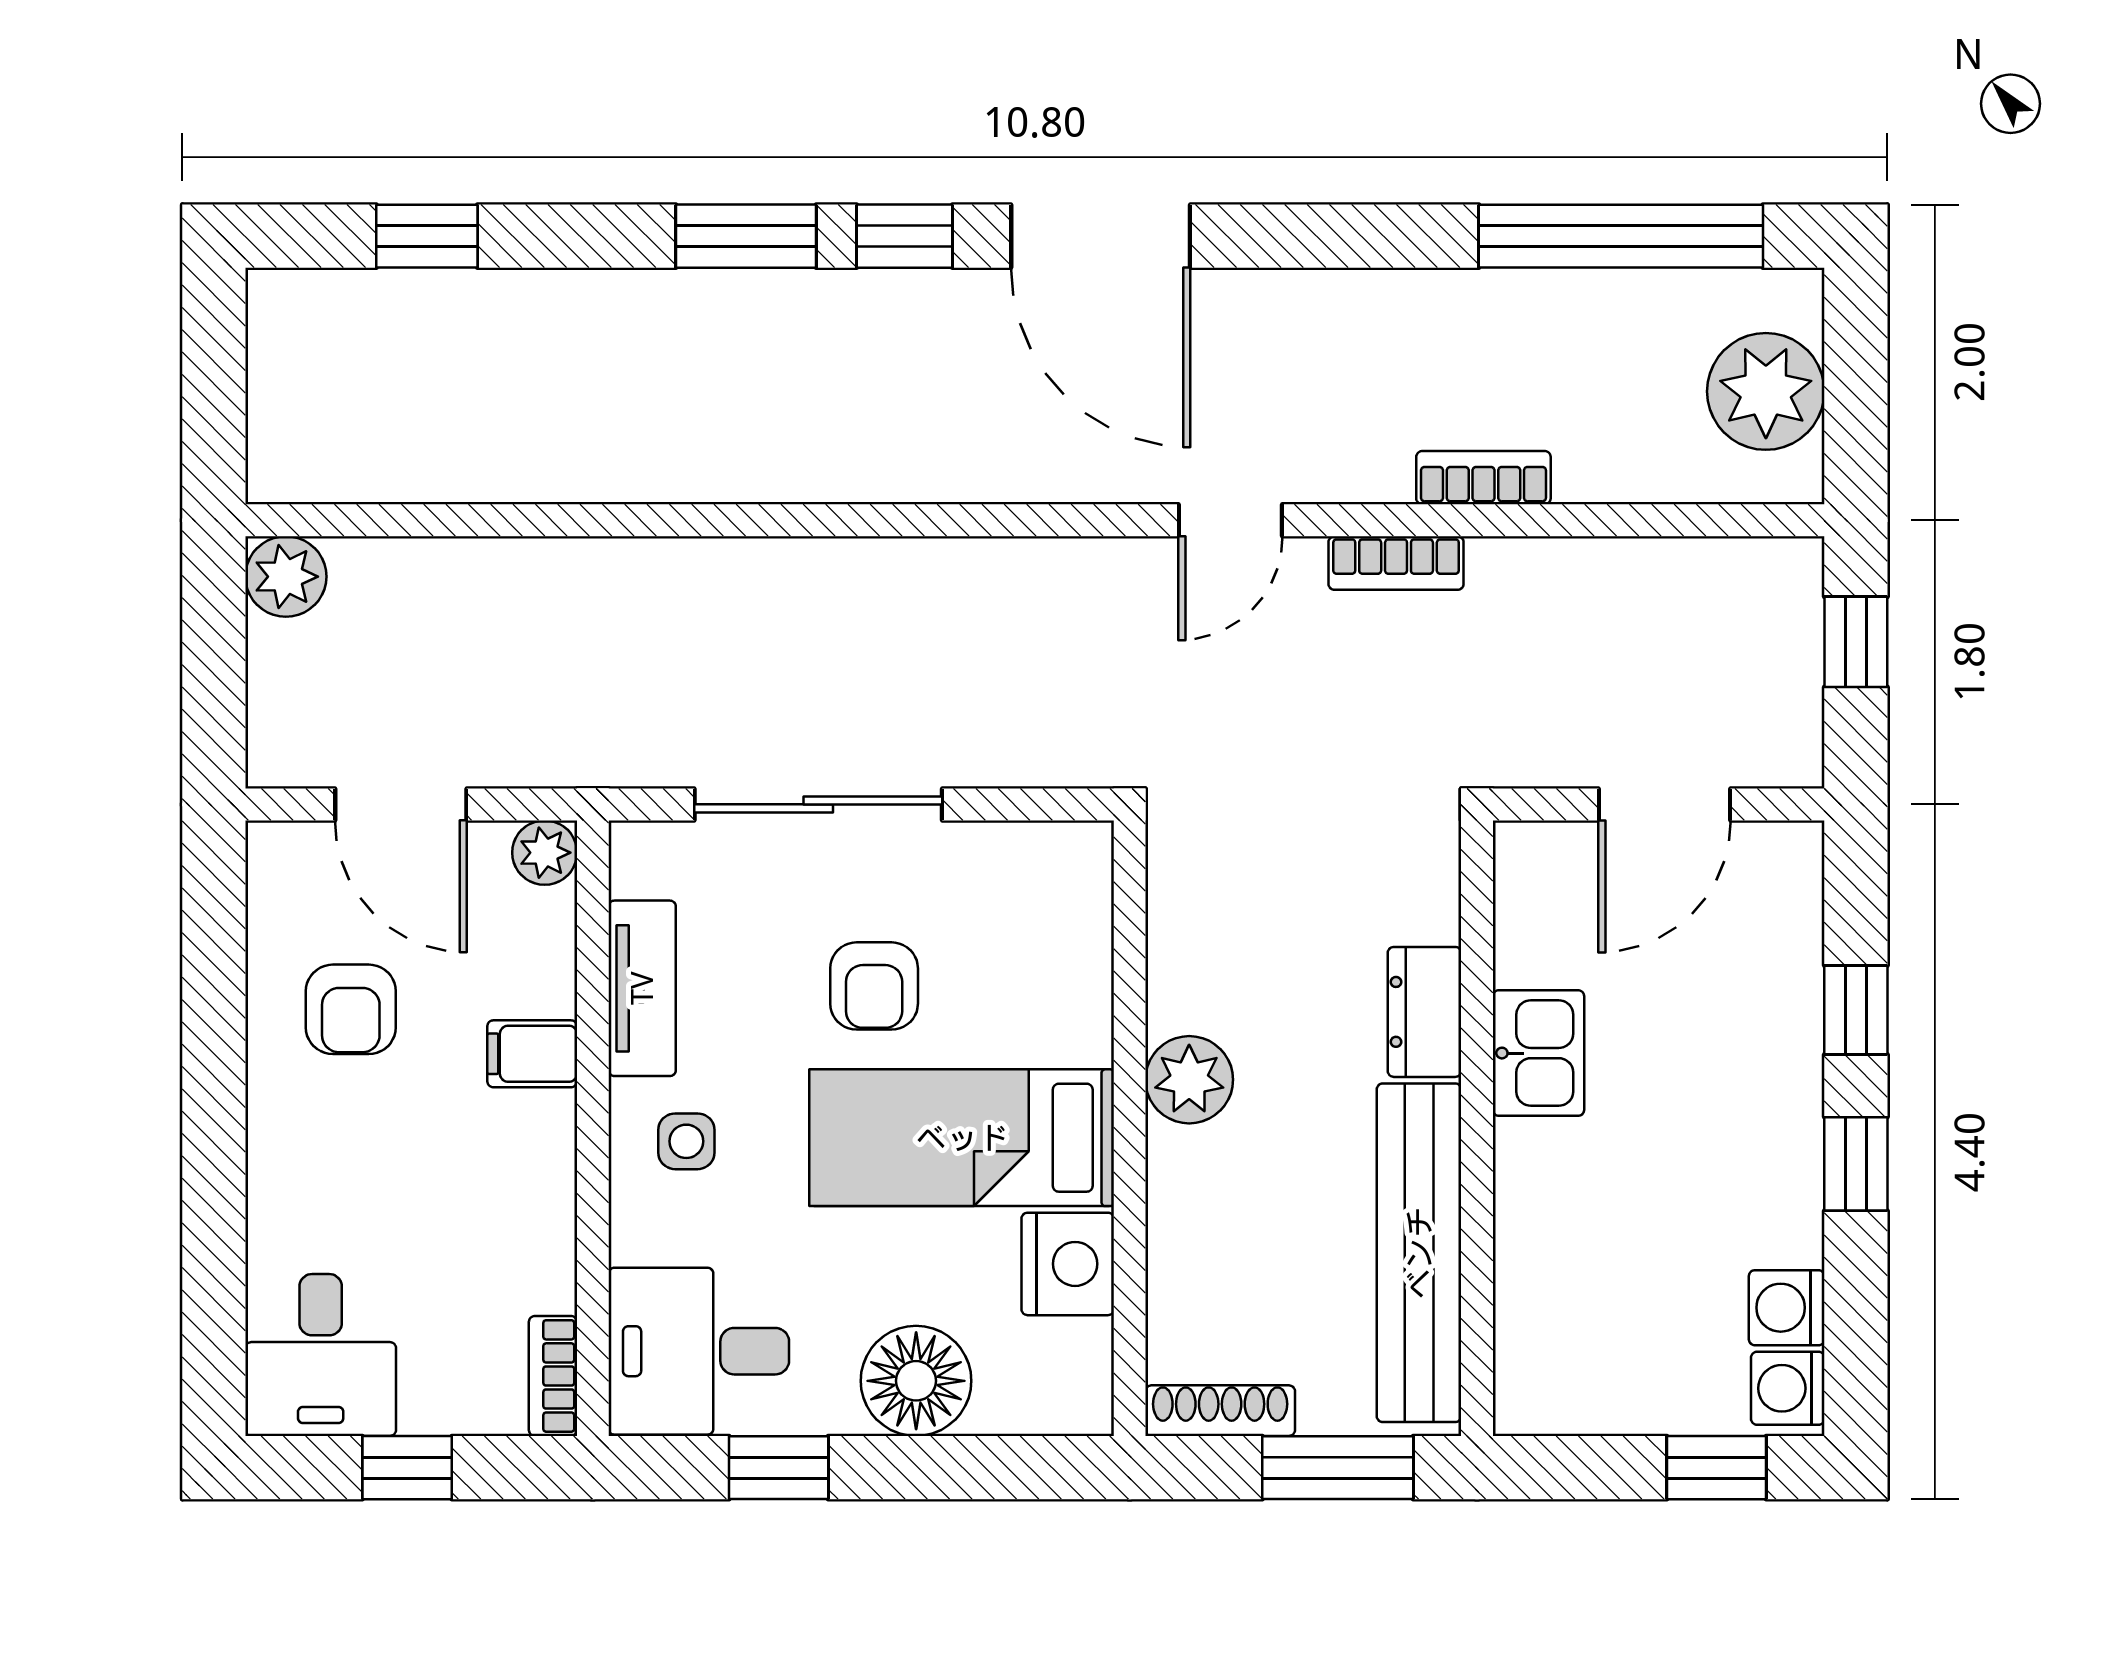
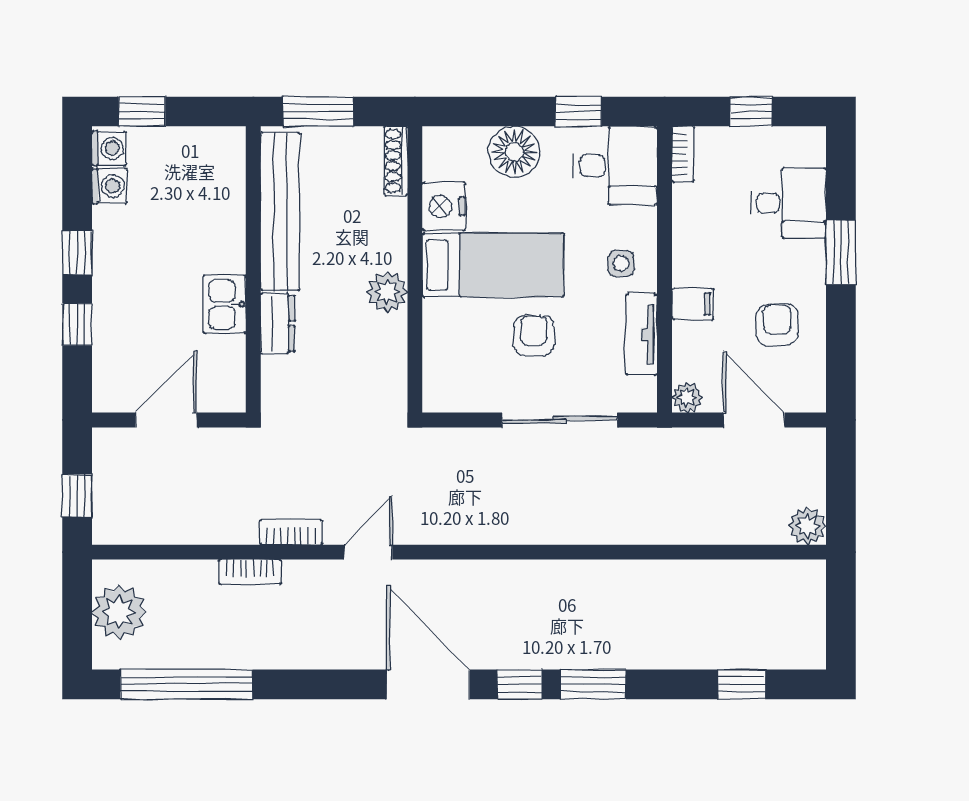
window: (214, 1165) -> (841, 252), added
desk: (321, 1355) -> (788, 203), moved, turned 90
shoe rack: (1220, 1411) -> (396, 161), moved, turned 90

